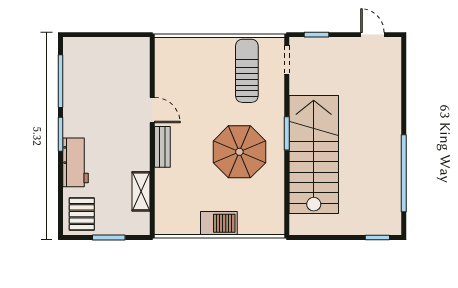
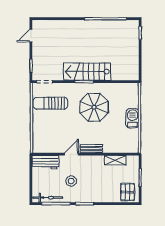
bicycle: (72, 66) -> (48, 198), added
stool: (102, 109) -> (71, 181), added
stairs: (314, 154) -> (87, 72), width x0.73, depth x0.66
workbench: (75, 162) -> (45, 162), moved, turned 180
pallet: (82, 214) -> (128, 192), turned 90

